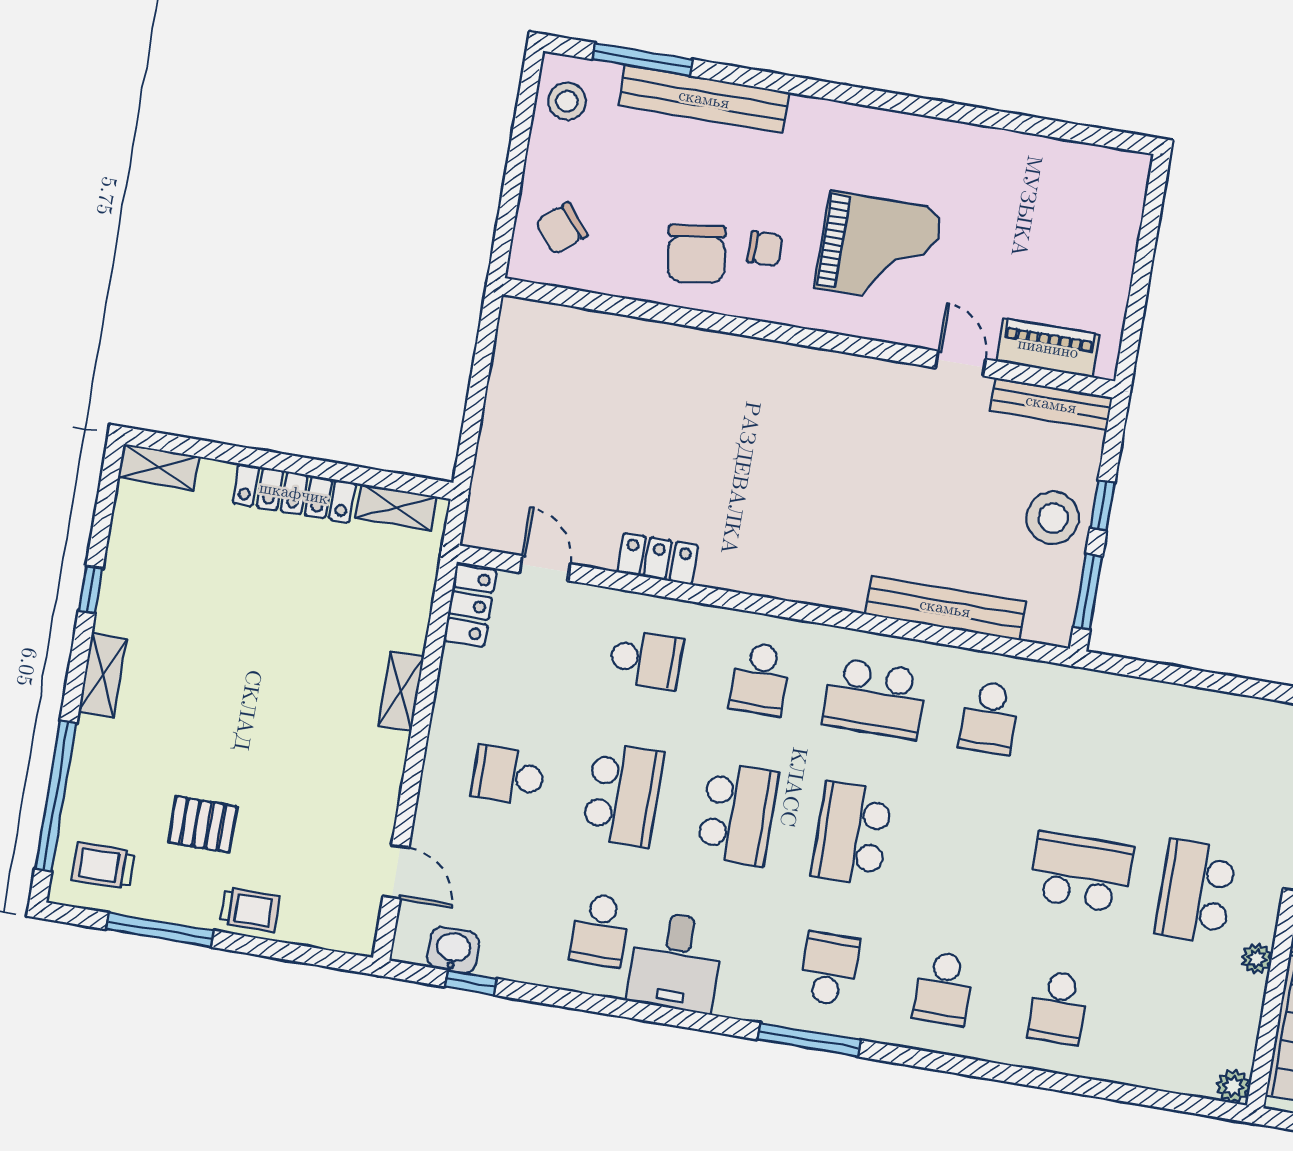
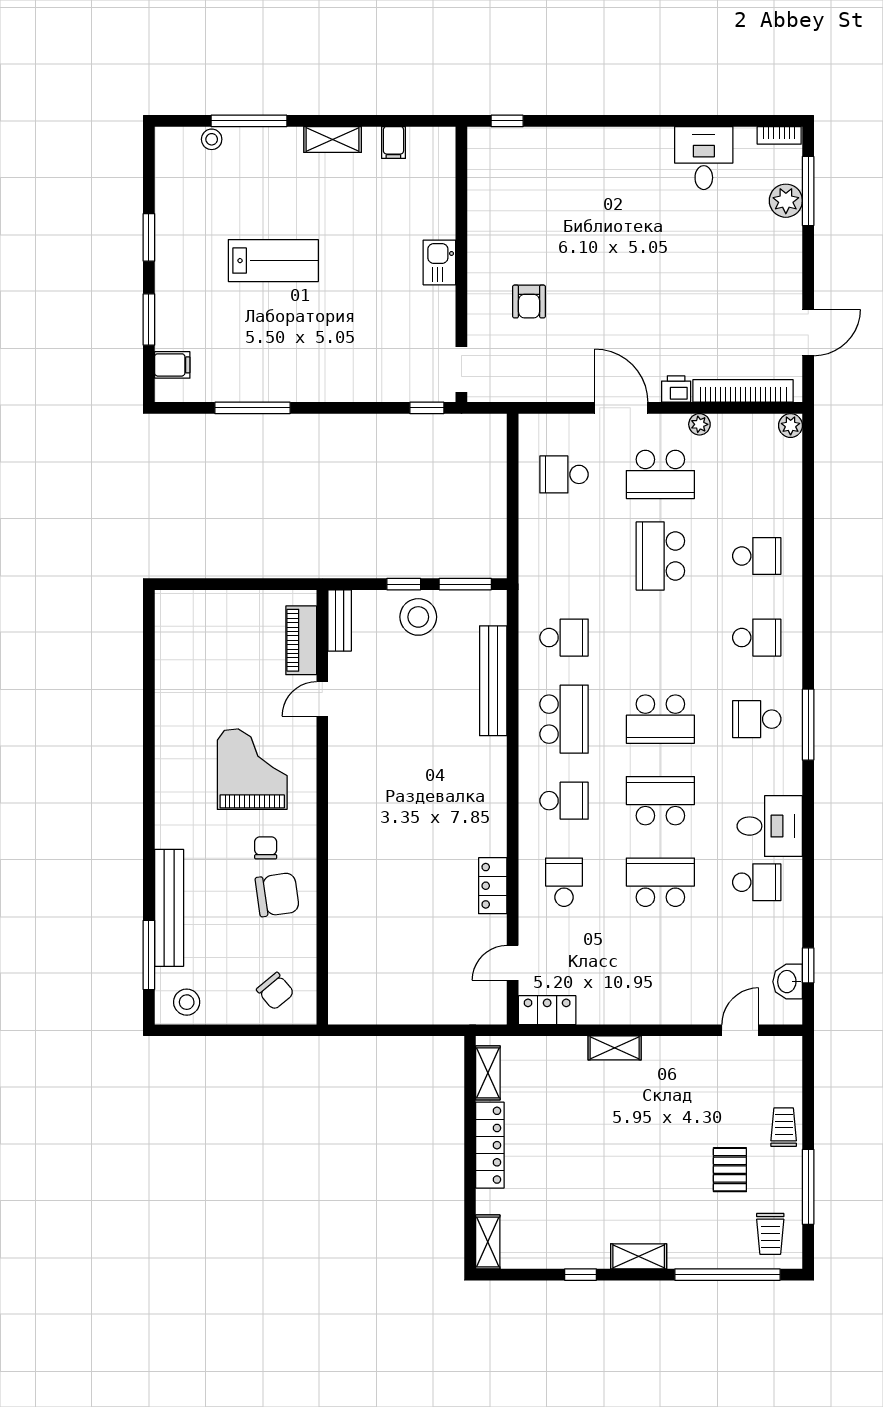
bench: (1051, 404) -> (340, 620), width x0.73
school desk: (508, 776) -> (564, 474), moved, turned 90

